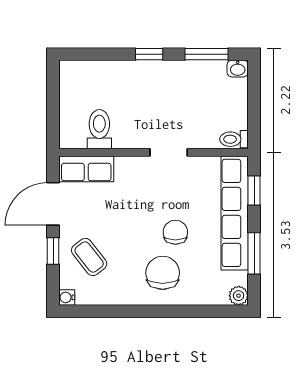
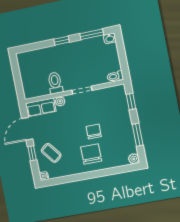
toilet: (99, 129) -> (55, 83), moved
plant: (125, 165) -> (60, 101), added
row of seats: (235, 213) -> (123, 115), removed

